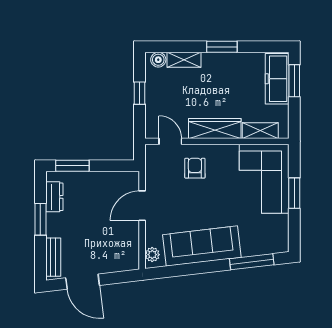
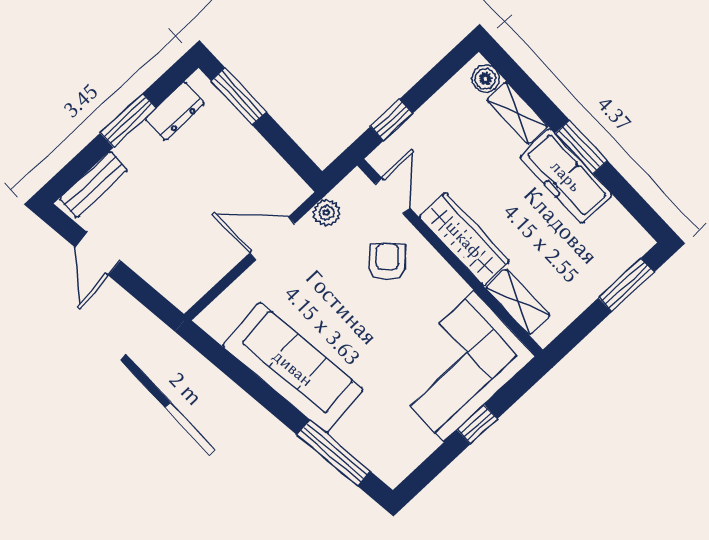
freezer: (277, 79) -> (566, 176), moved, turned -90
window: (139, 93) -> (391, 120), moved
armchair: (195, 168) -> (387, 262), turned -45
window: (294, 193) -> (477, 424), width x0.67
plant: (152, 255) -> (326, 213), moved
door: (83, 282) -> (98, 254), width x0.73

